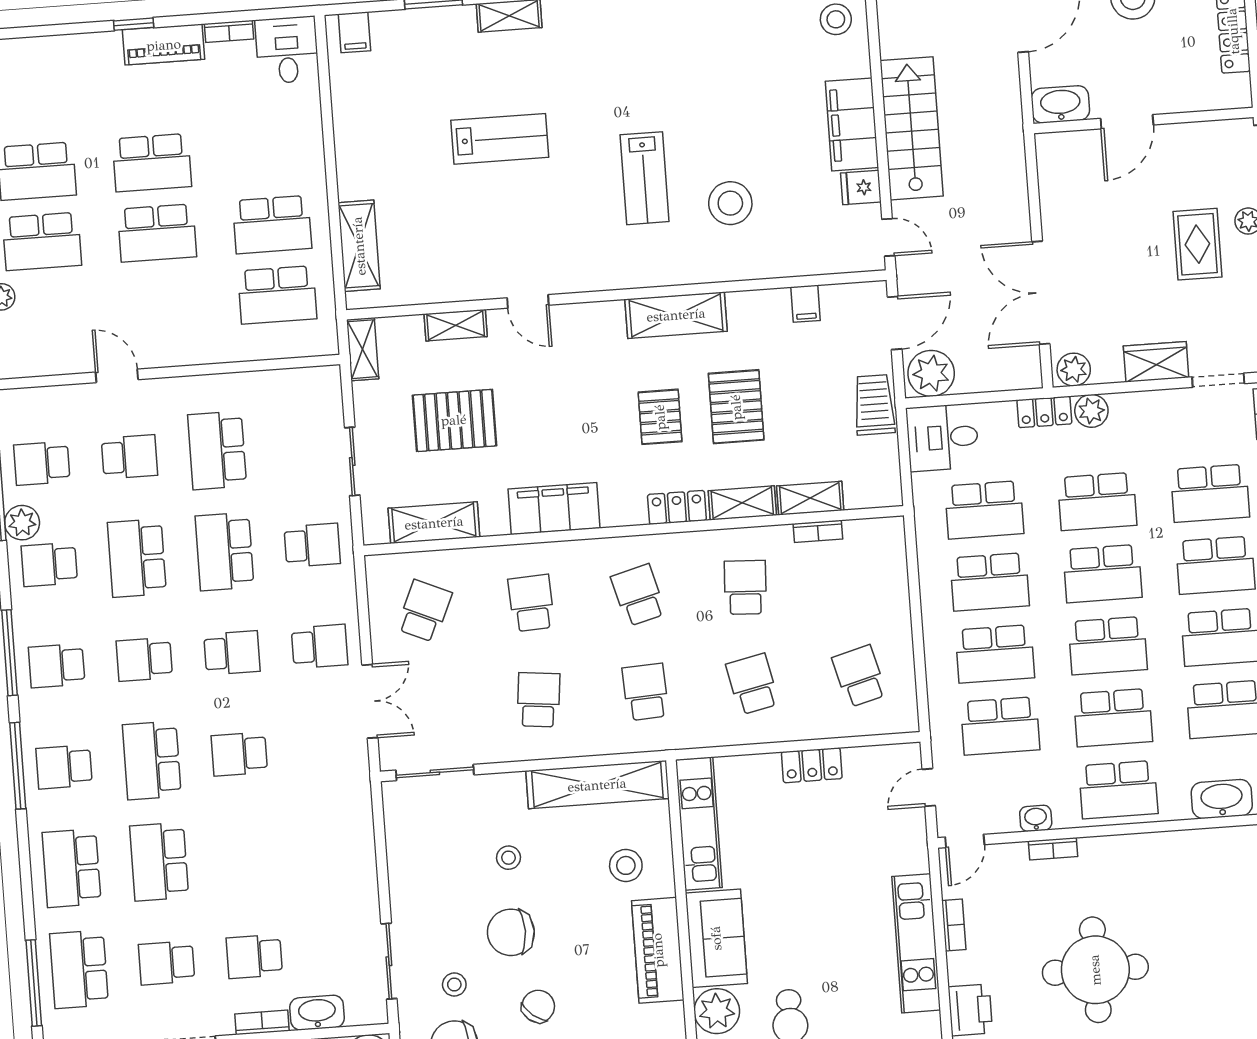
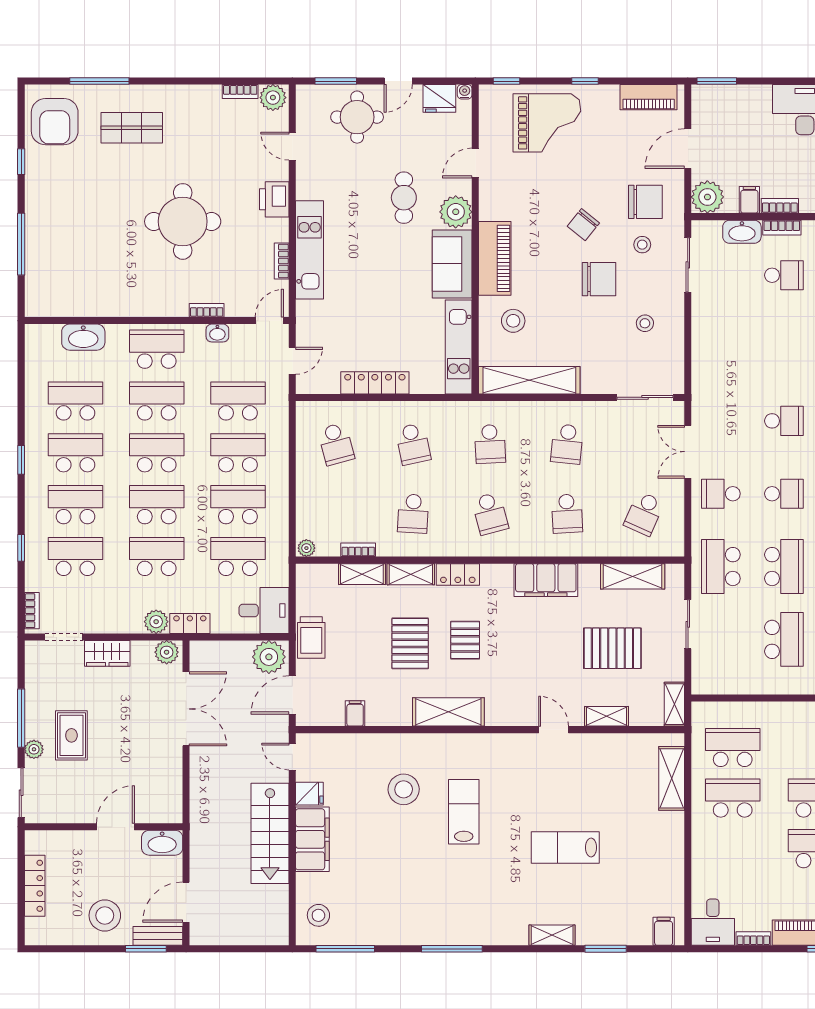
plant: (890, 529) -> (306, 548), added
school desk: (312, 545) -> (721, 567), width x1.85
school desk: (232, 653) -> (784, 494), turned 180
locker: (812, 765) -> (375, 383), width x1.53
stool: (509, 858) -> (645, 323), moved

